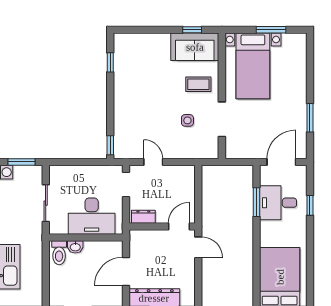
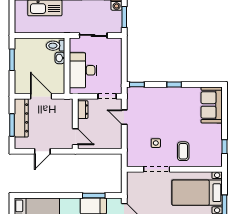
sofa: (195, 47) -> (212, 105), moved
window: (110, 62) -> (174, 84), moved
door: (153, 162) -> (124, 117), swing flipped
door: (198, 247) -> (42, 151), moved

